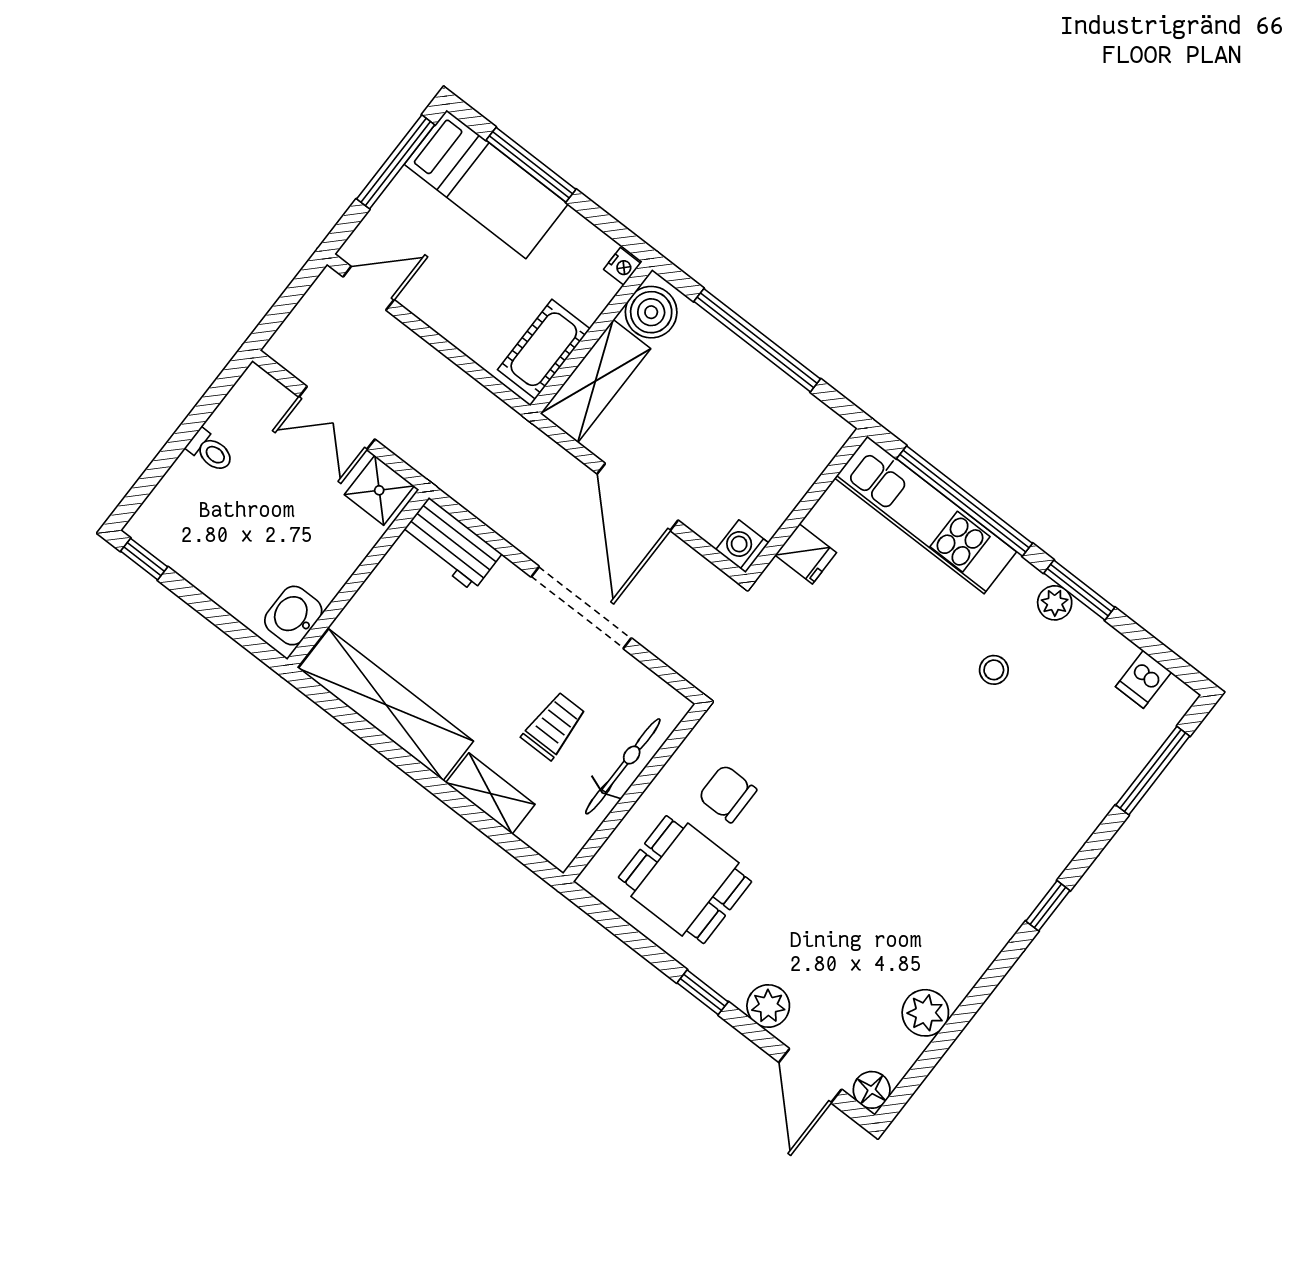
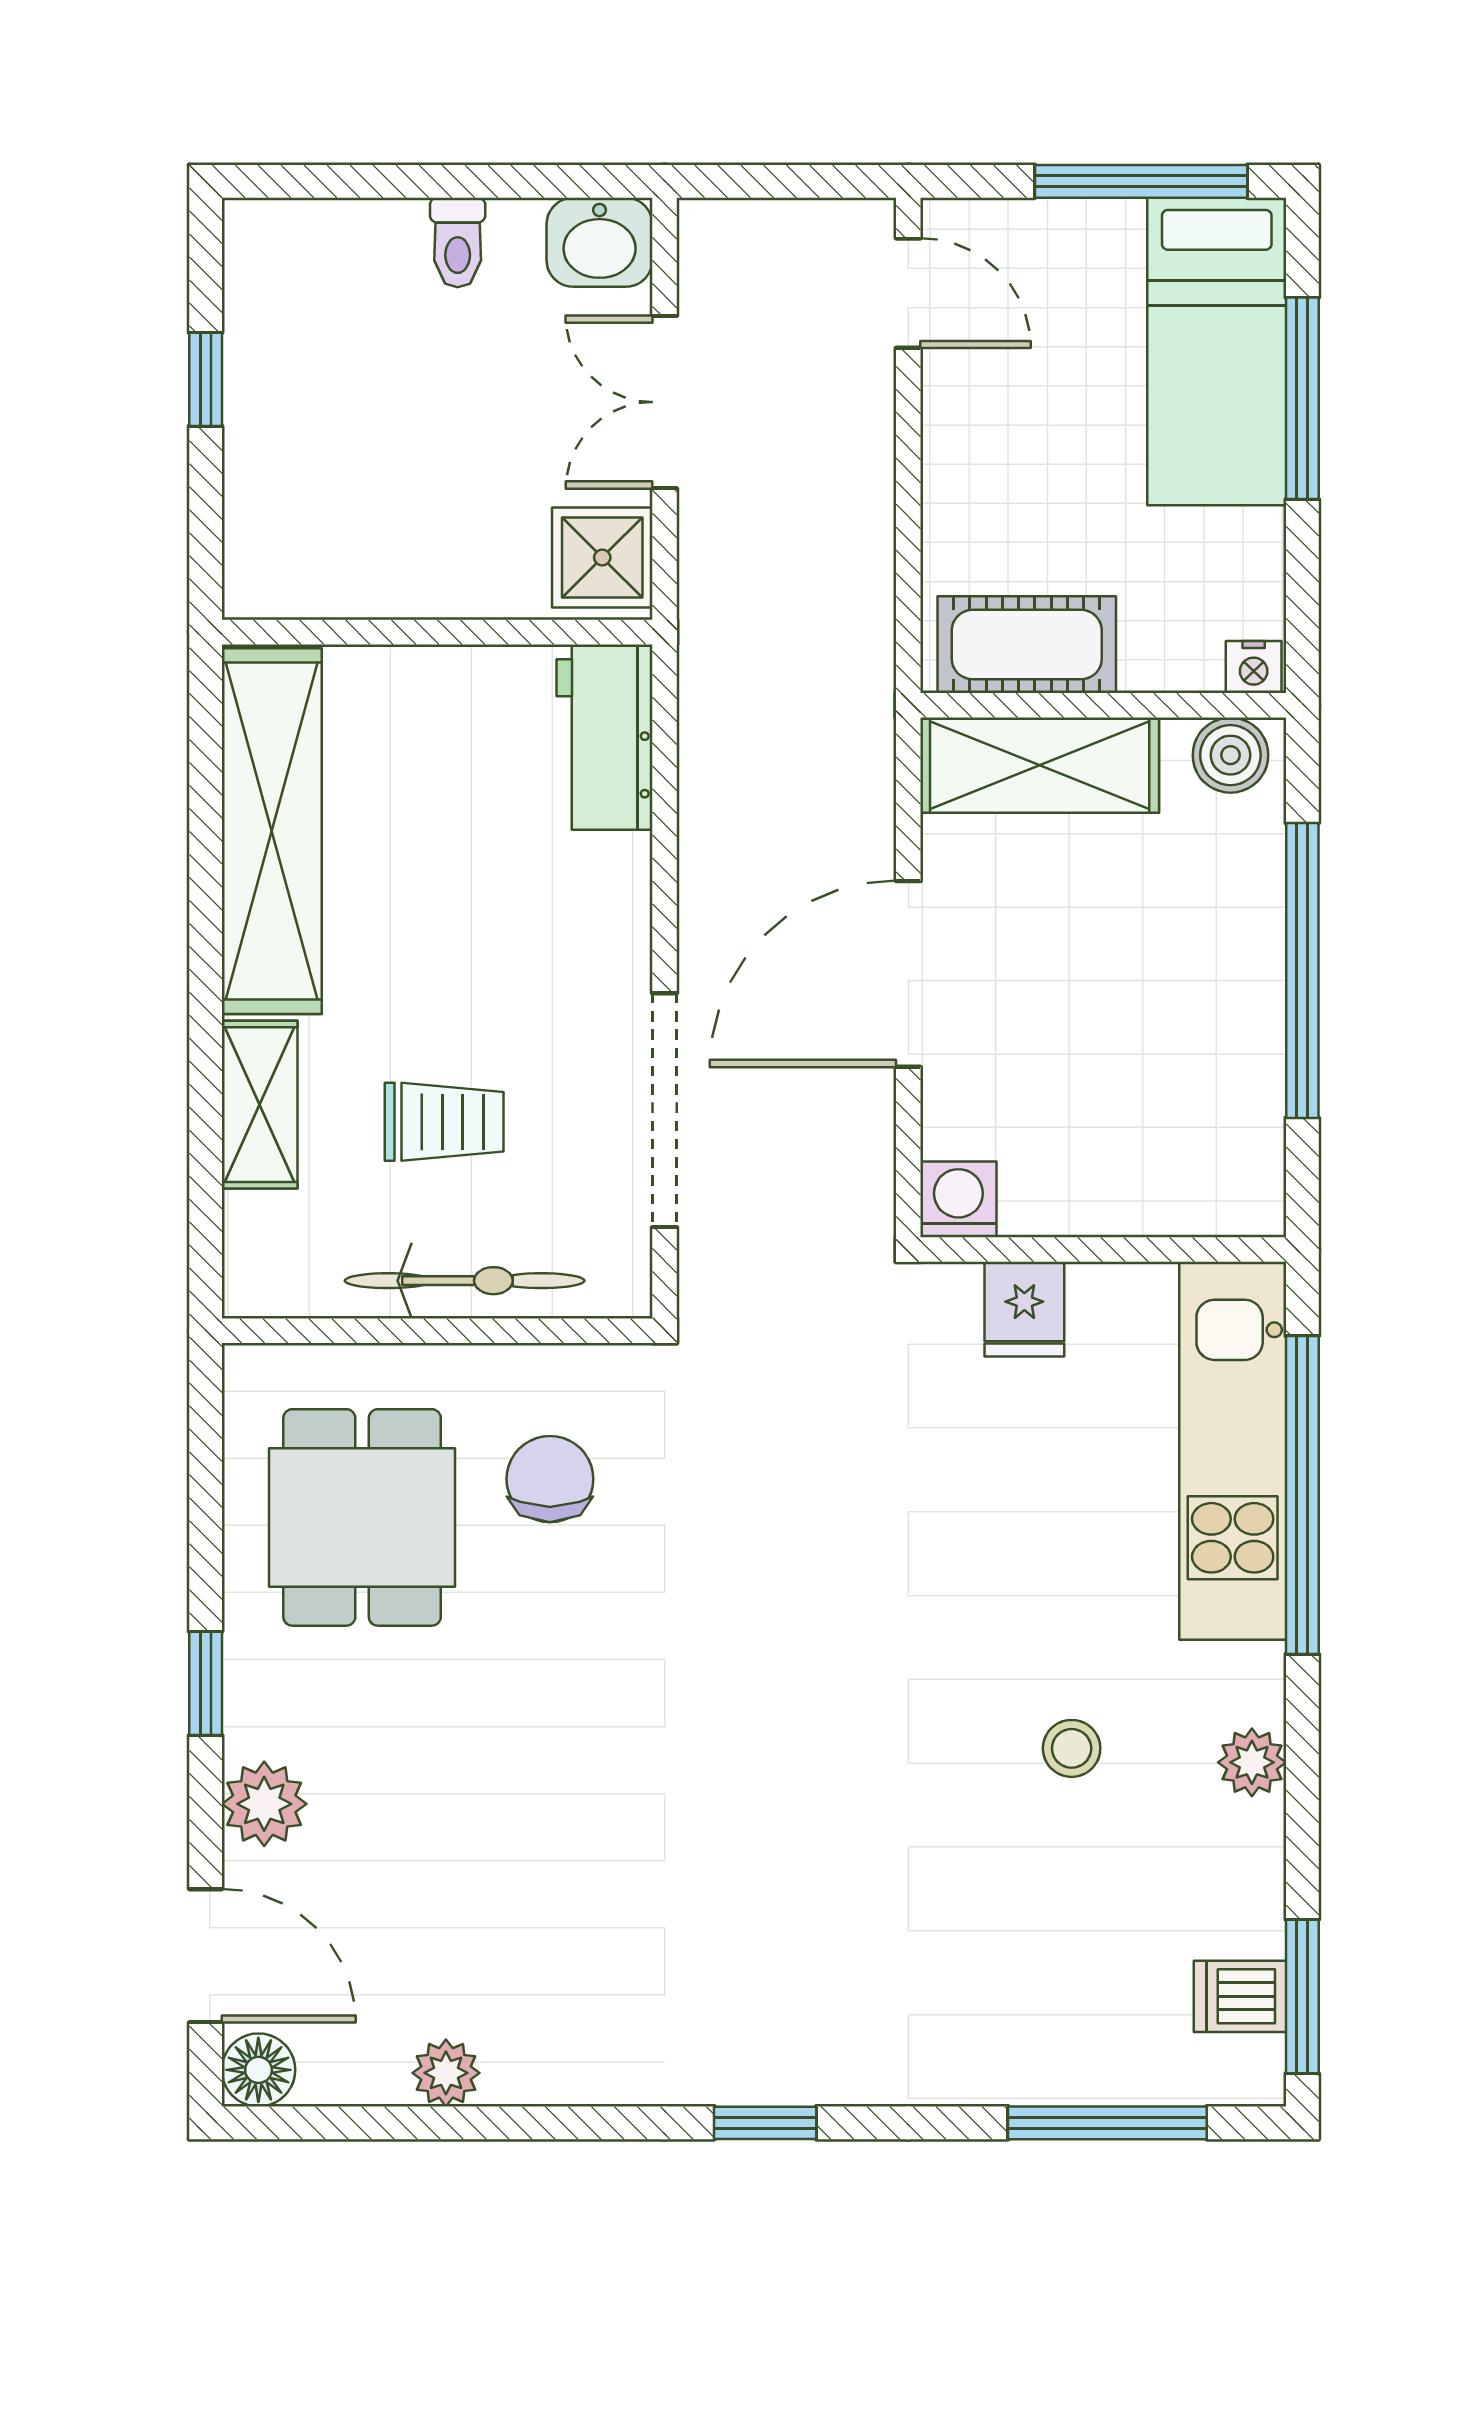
boiler: (651, 312) -> (1230, 755), width x0.73, depth x0.73
window: (144, 559) -> (206, 379), moved
window: (1079, 590) -> (1302, 1996), moved
doorway: (581, 608) -> (665, 1110), moved
washbasin: (293, 616) -> (600, 242), moved, turned 180
plant: (925, 1013) -> (446, 2073), width x0.73, depth x0.73
door: (810, 1076) -> (206, 1956), swing flipped

